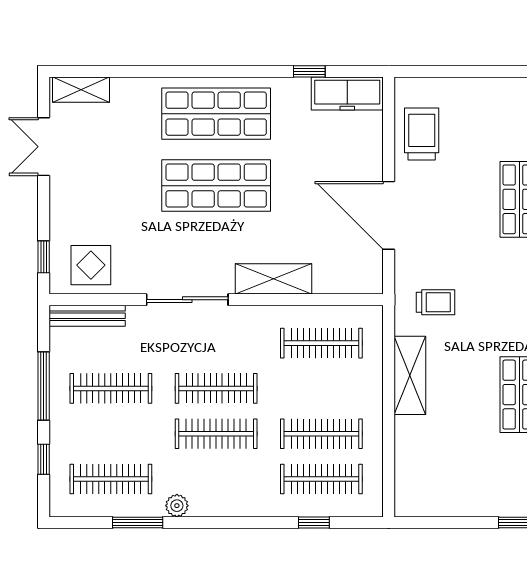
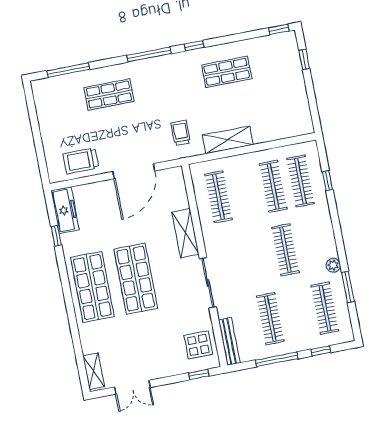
clothes rail: (216, 388) -> (258, 255), removed

